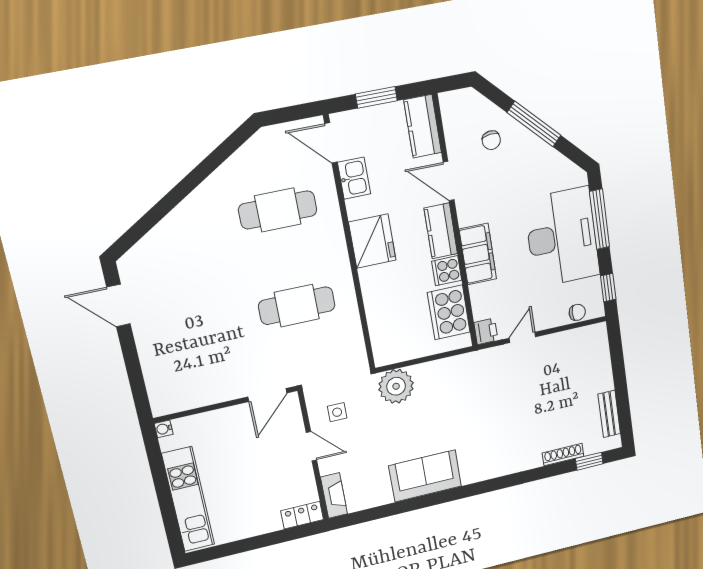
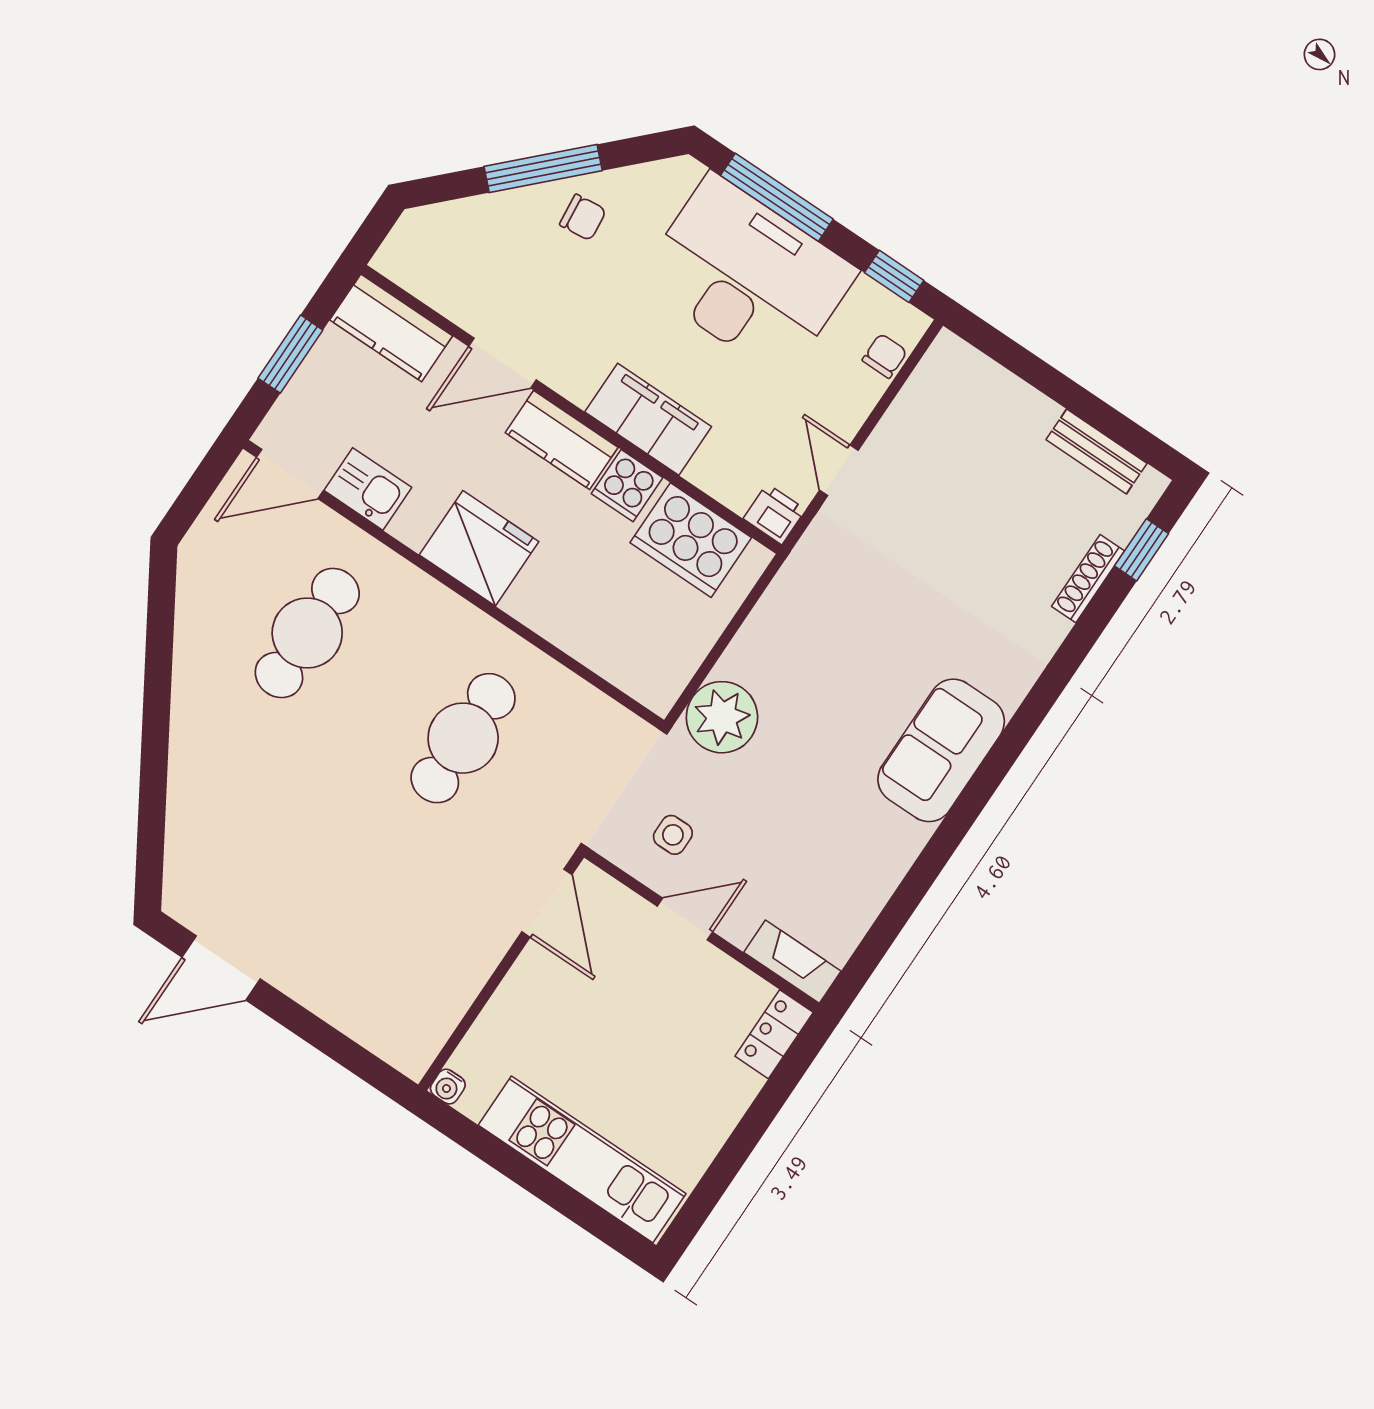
chair: (491, 140) -> (583, 217), moved
sofa: (425, 476) -> (941, 750), moved

